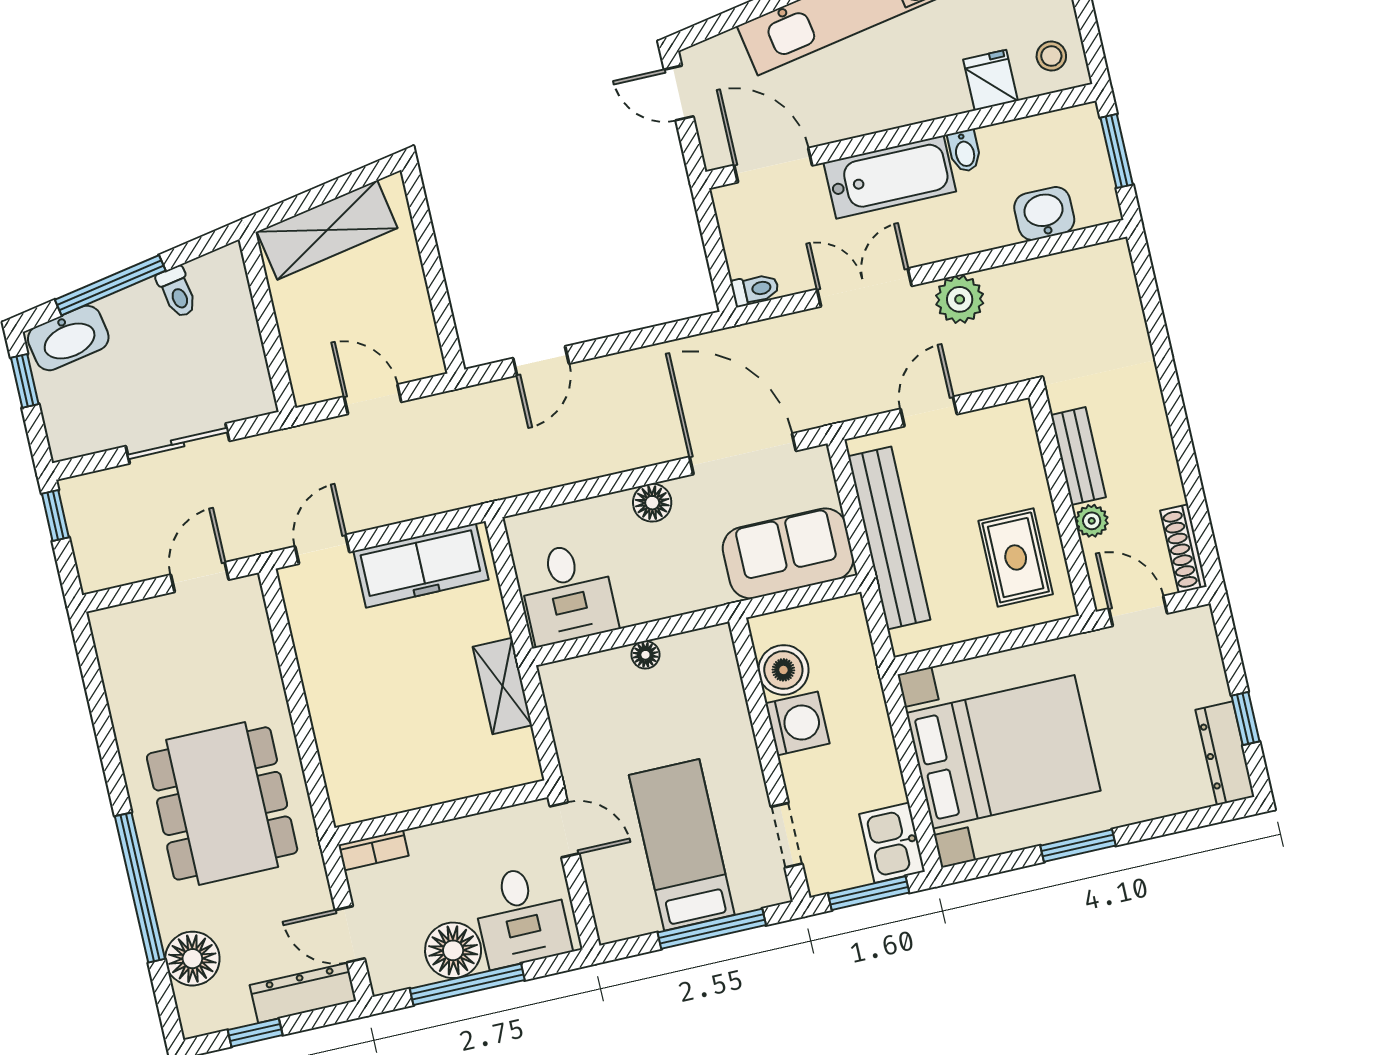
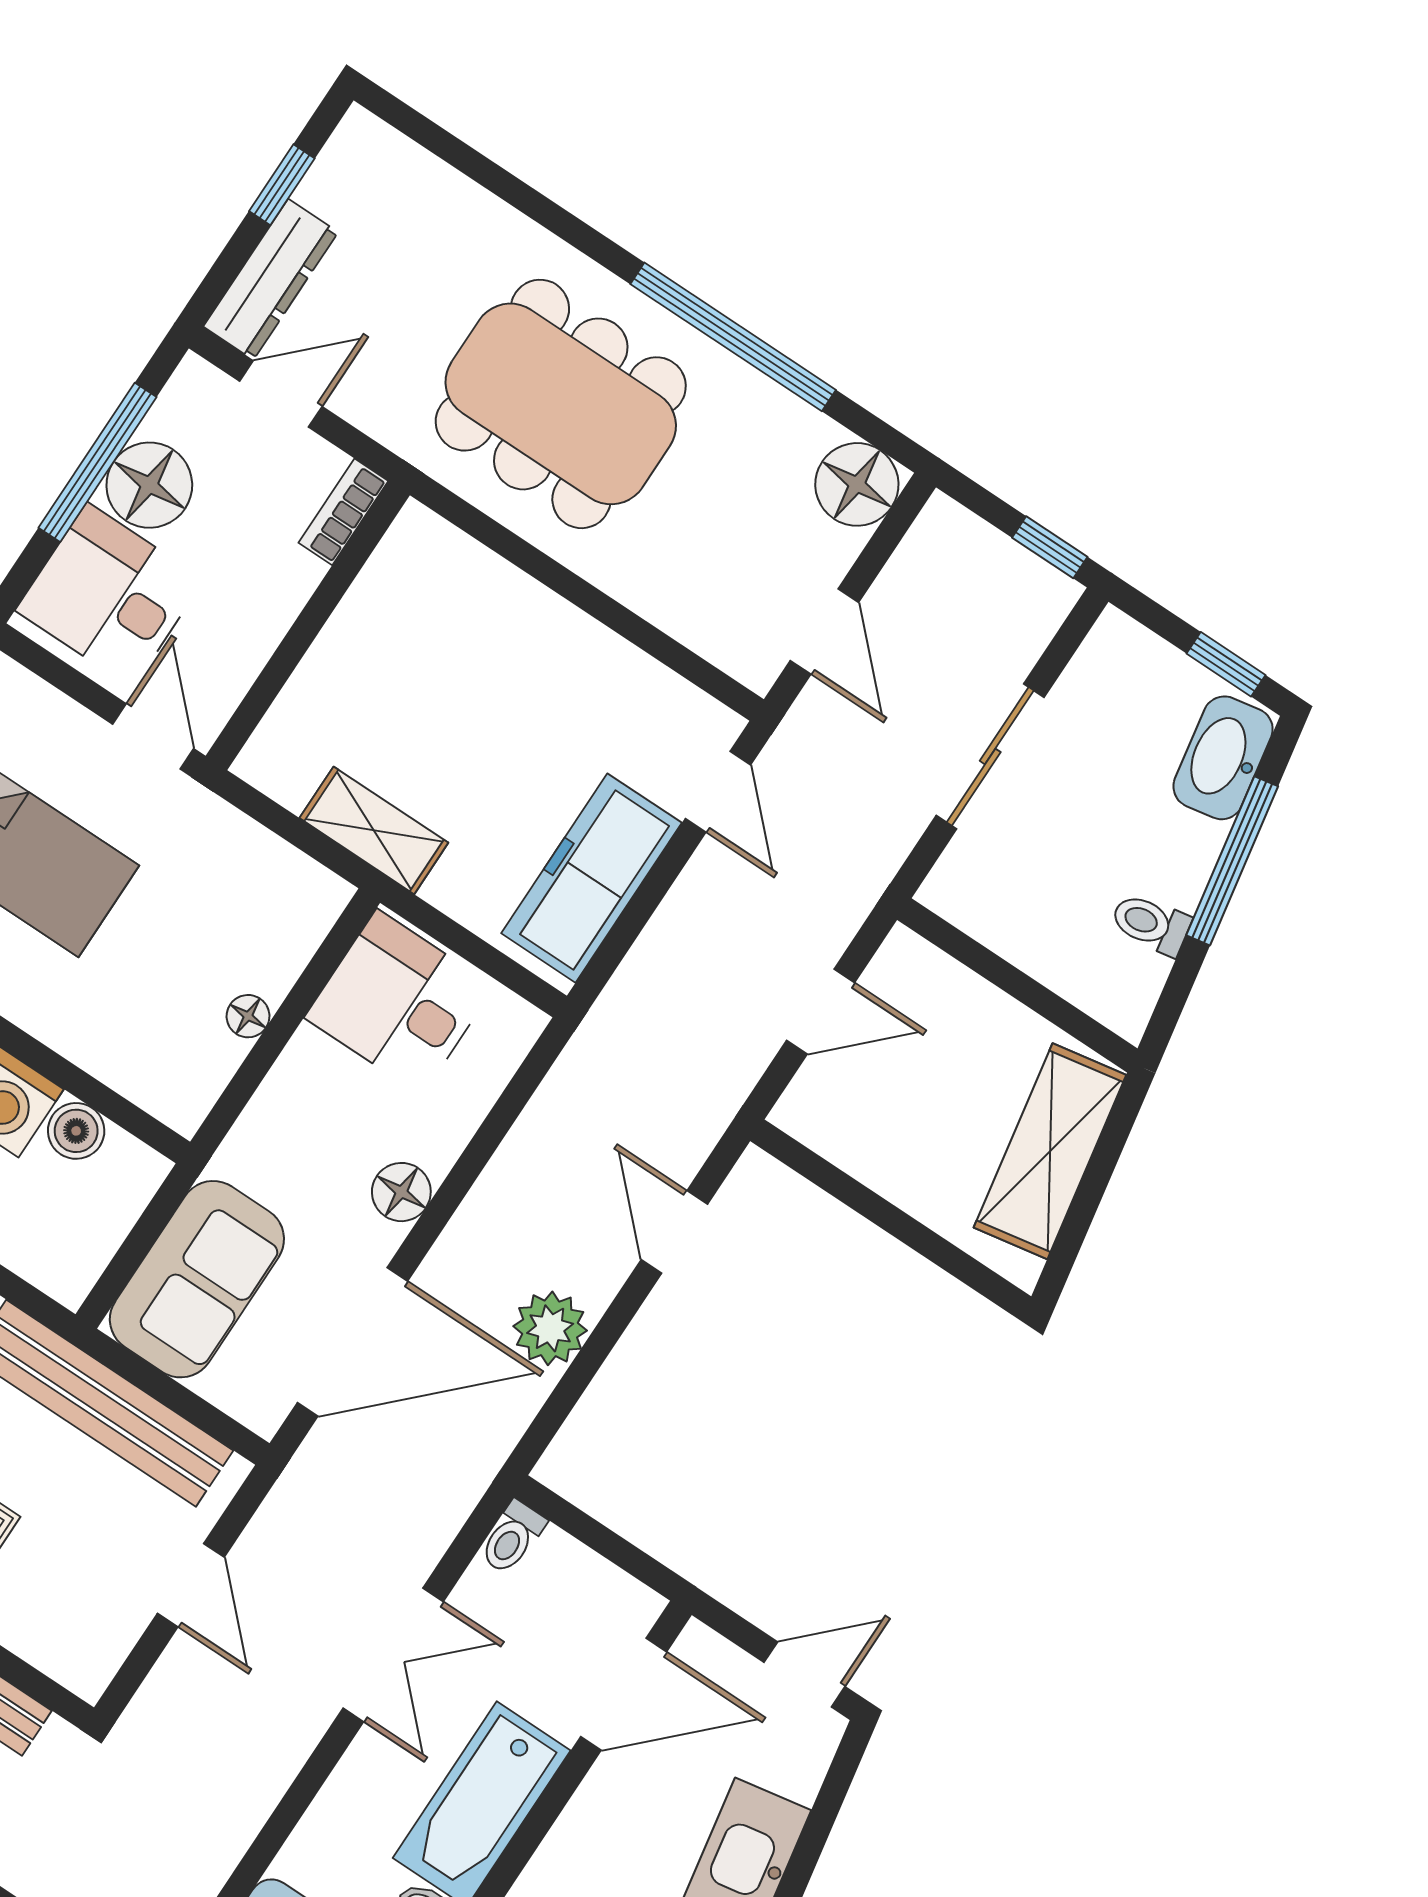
plant: (960, 299) -> (550, 1328), moved
boiler: (783, 670) -> (76, 1131), width x0.73, depth x0.73
door: (564, 830) -> (153, 736), swing flipped
window: (140, 888) -> (733, 337), moved
floor lamp: (192, 959) -> (857, 484), moved

